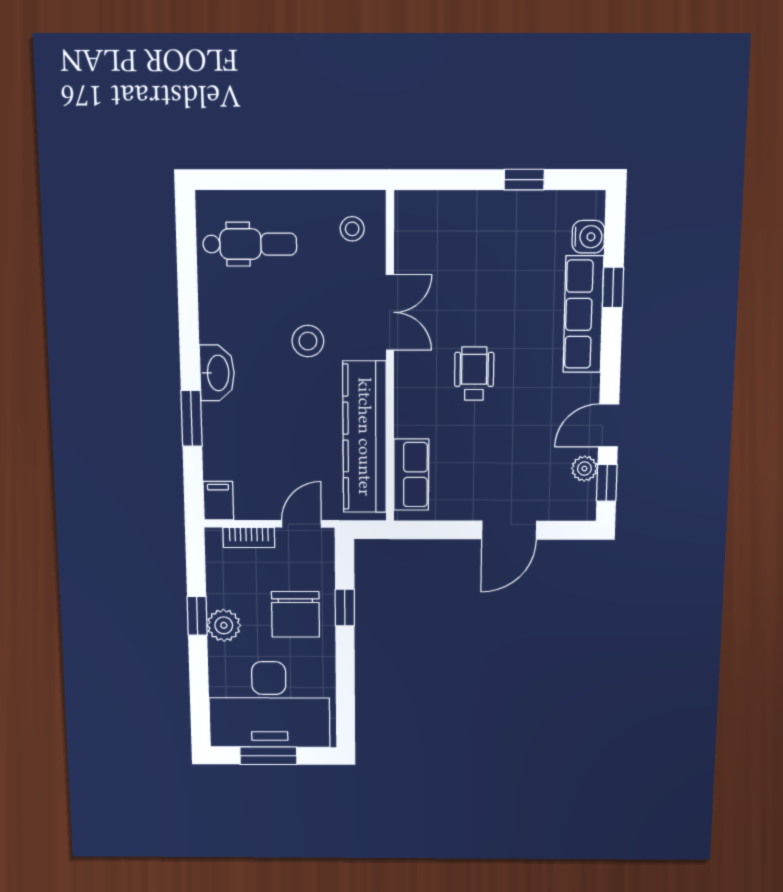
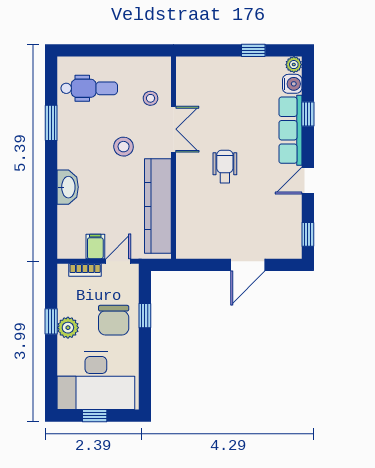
stool: (352, 229) -> (150, 98), moved
washbasin: (217, 373) -> (68, 187), moved
window: (191, 418) -> (51, 123), moved
door: (609, 425) -> (308, 180), moved
plant: (584, 469) -> (294, 65), moved
row of seats: (411, 475) -> (187, 230), removed
filing cabinet: (218, 501) -> (95, 246), moved
window: (268, 756) -> (95, 416), width x0.67

